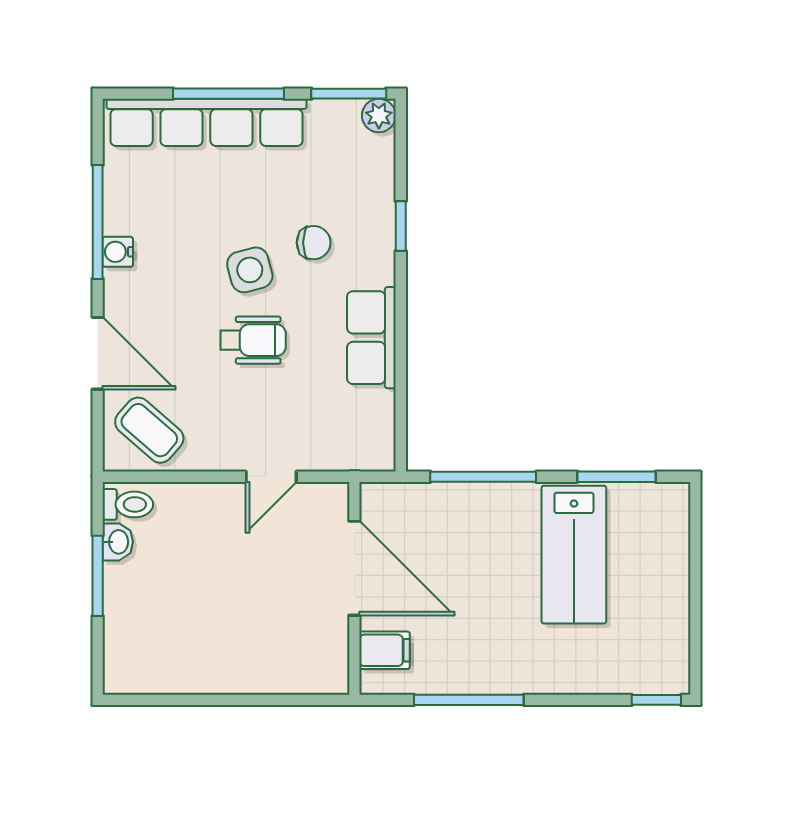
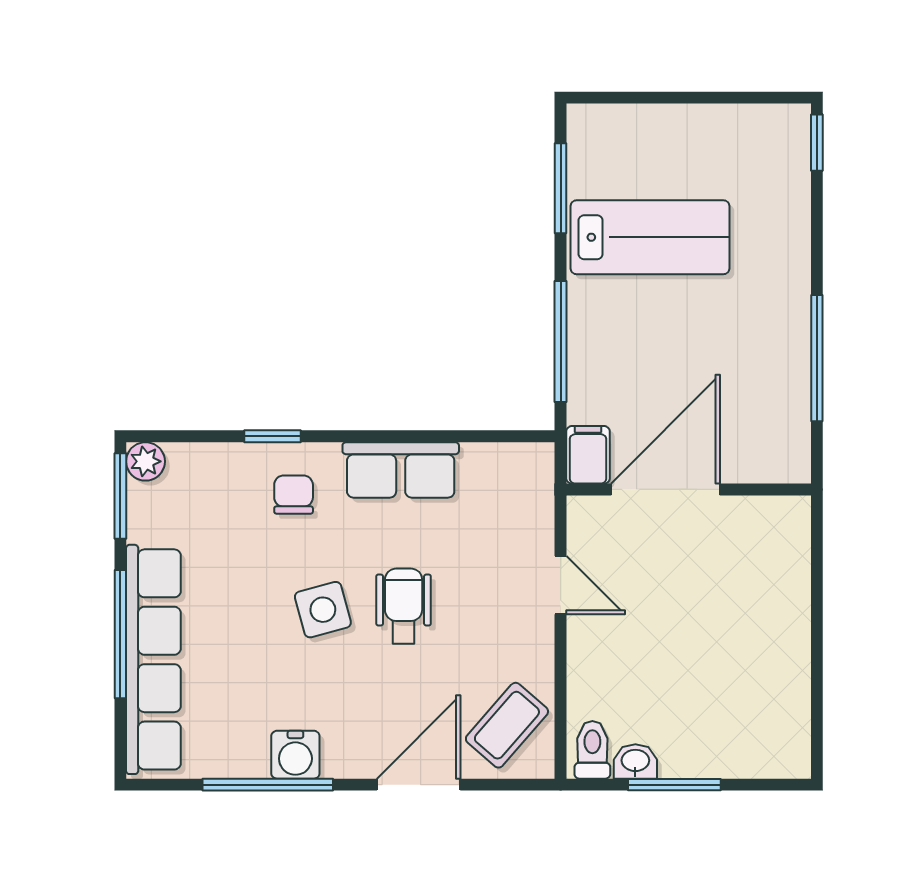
chair: (314, 243) -> (294, 495), moved
water cooler: (118, 252) -> (295, 755), width x1.38, depth x1.38
filing cabinet: (385, 650) -> (588, 455), moved

